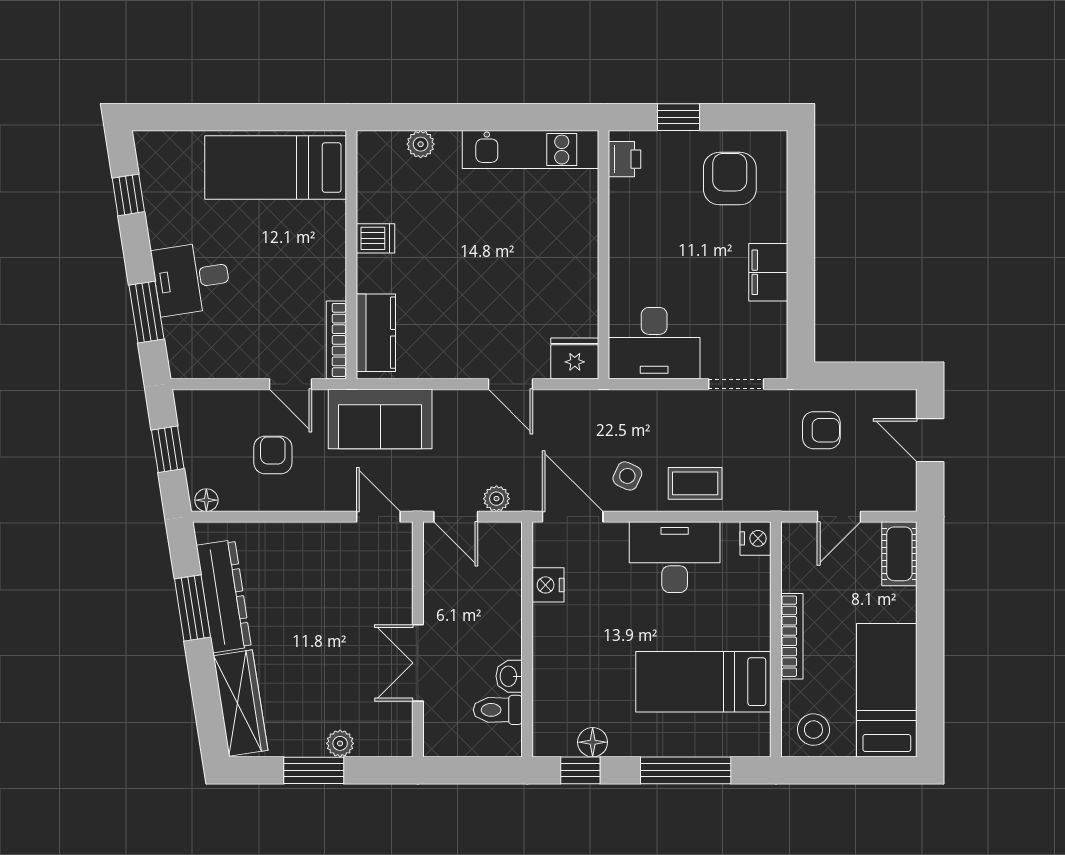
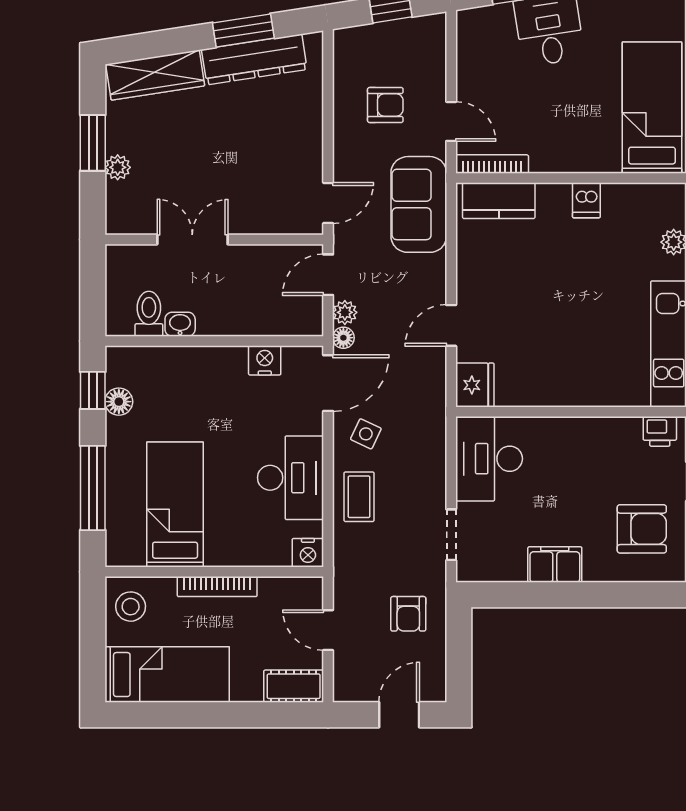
door: (291, 384) -> (451, 121), swing flipped
floor lamp: (206, 500) -> (343, 338), moved

